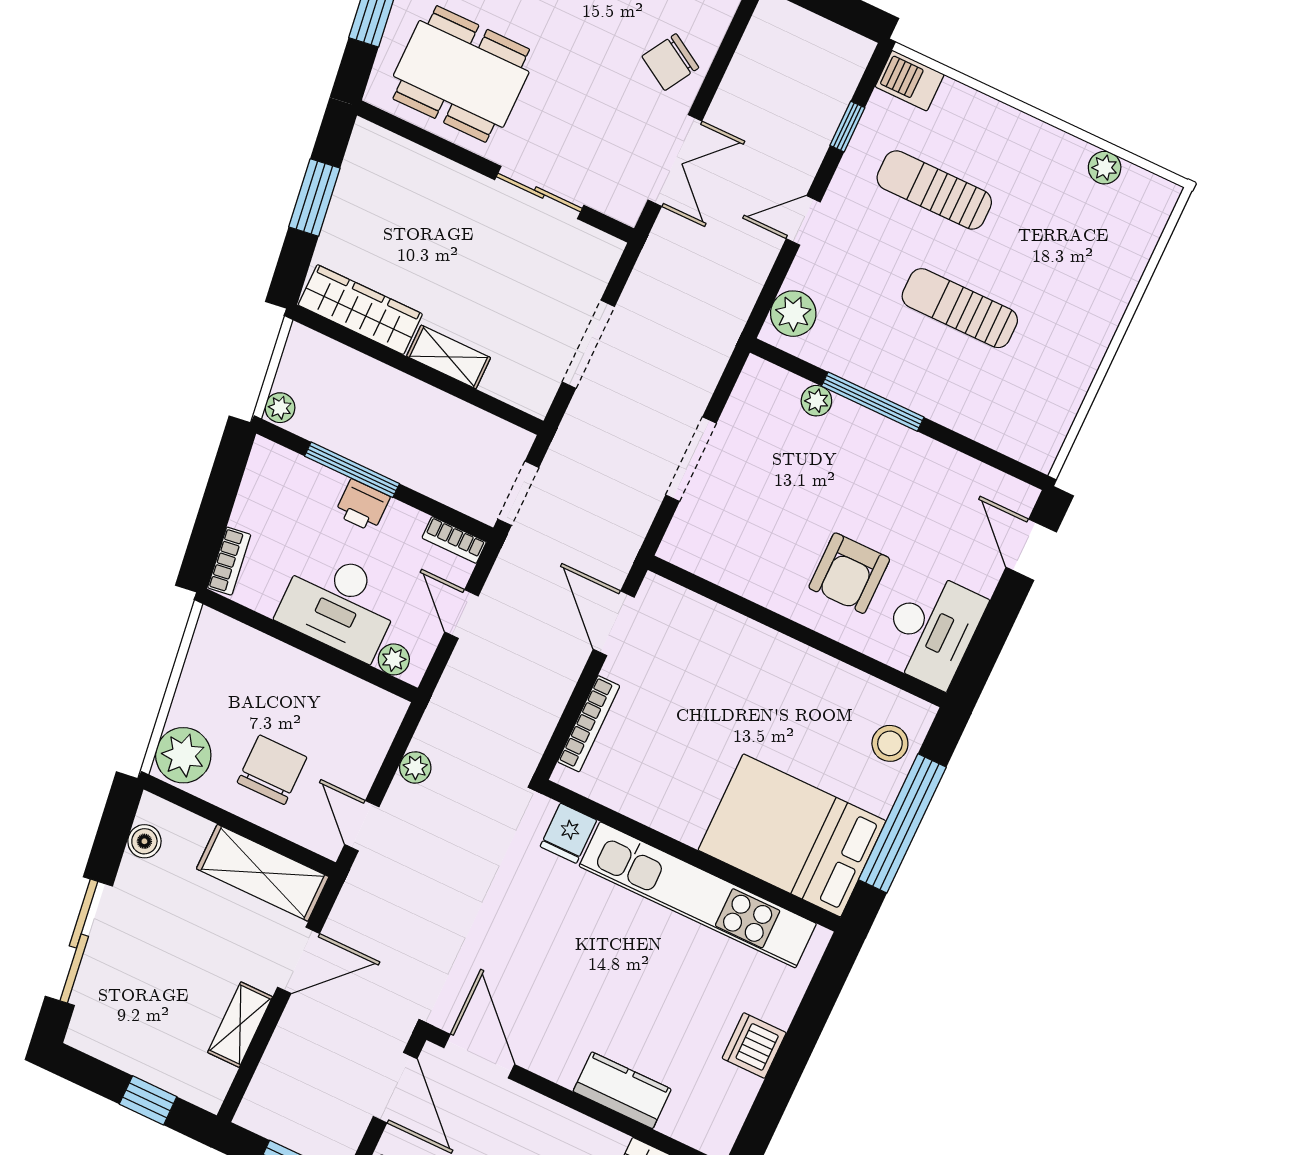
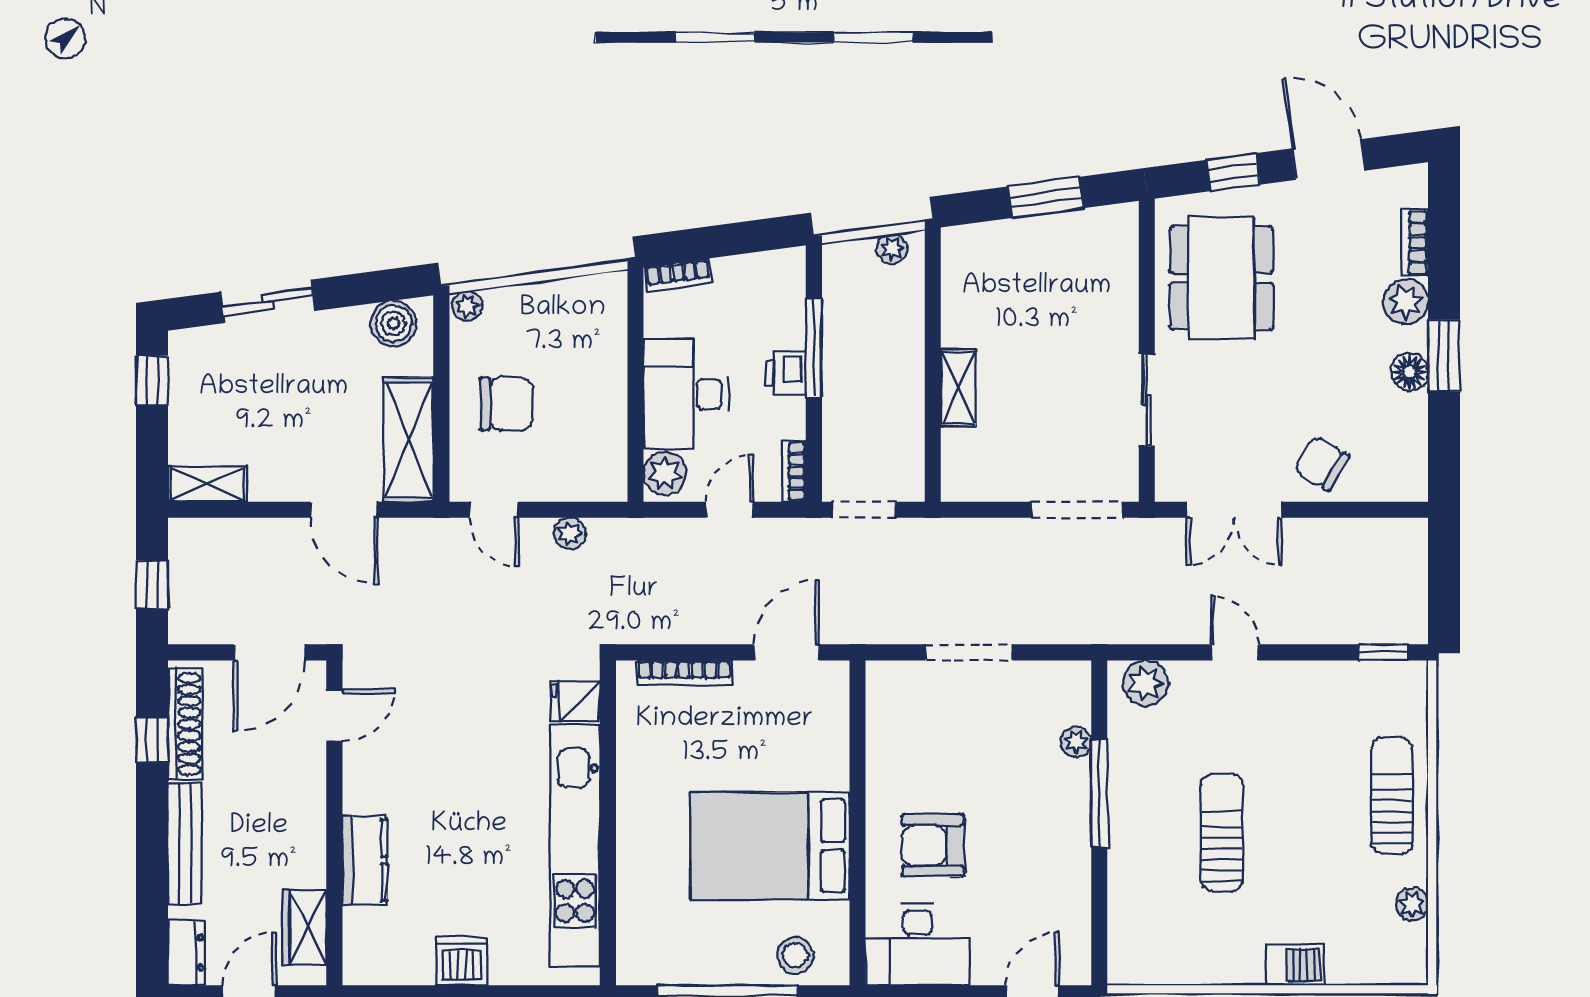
barbecue: (910, 81) -> (1295, 965), moved, turned 90
window: (847, 127) -> (1383, 652), moved
sun lounger: (934, 190) -> (1392, 796), moved
wardrobe: (360, 310) -> (963, 287), removed
doorway: (588, 344) -> (1077, 510), moved
plant: (280, 408) -> (892, 249), moved
plant: (394, 659) -> (665, 473), width x1.38, depth x1.38
plant: (183, 755) -> (467, 306), width x0.53, depth x0.53
door: (362, 826) -> (494, 510), swing flipped
bed: (792, 835) -> (770, 846), moved, turned -90
boiler: (144, 841) -> (393, 324), width x1.36, depth x1.36
sliding door: (79, 941) -> (268, 301), width x0.73
shelving: (240, 1025) -> (207, 484), moved
door: (479, 1056) -> (334, 715), width x0.73
window: (148, 1100) -> (152, 381), moved

